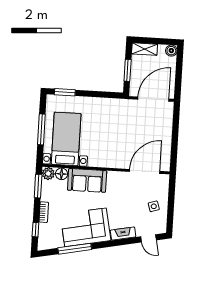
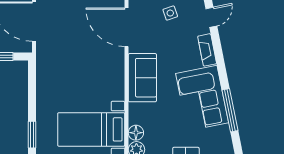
sofa: (87, 180) -> (142, 78), moved

